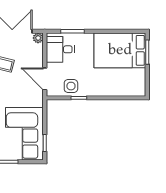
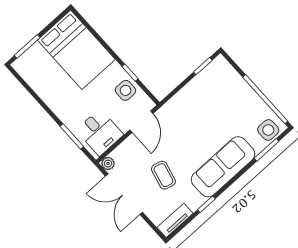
bed: (120, 50) -> (76, 50), moved
corner sofa: (24, 134) -> (212, 94), removed

